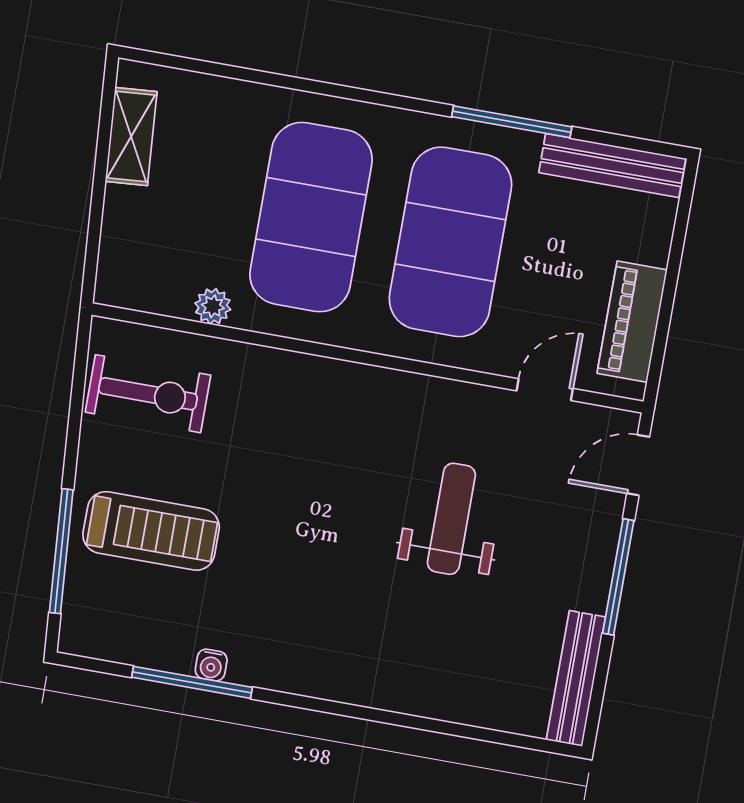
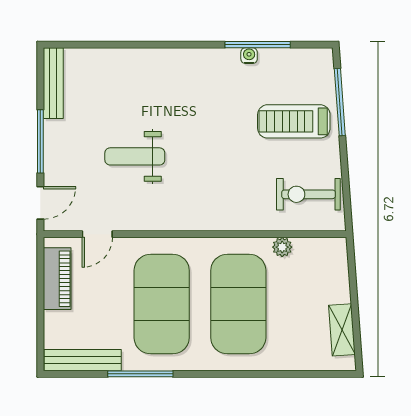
weight bench: (451, 519) -> (135, 156), turned 90

